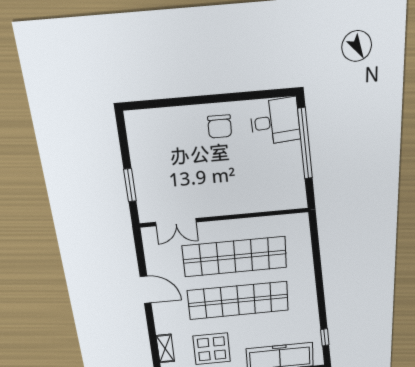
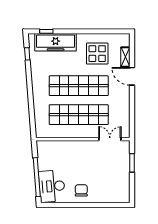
desk: (275, 122) -> (52, 186), width x1.37
door: (146, 290) -> (132, 76), moved

